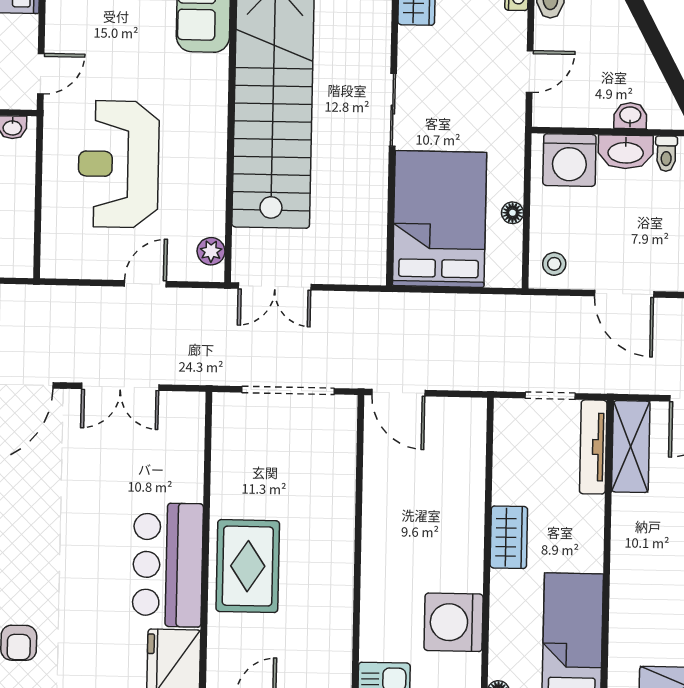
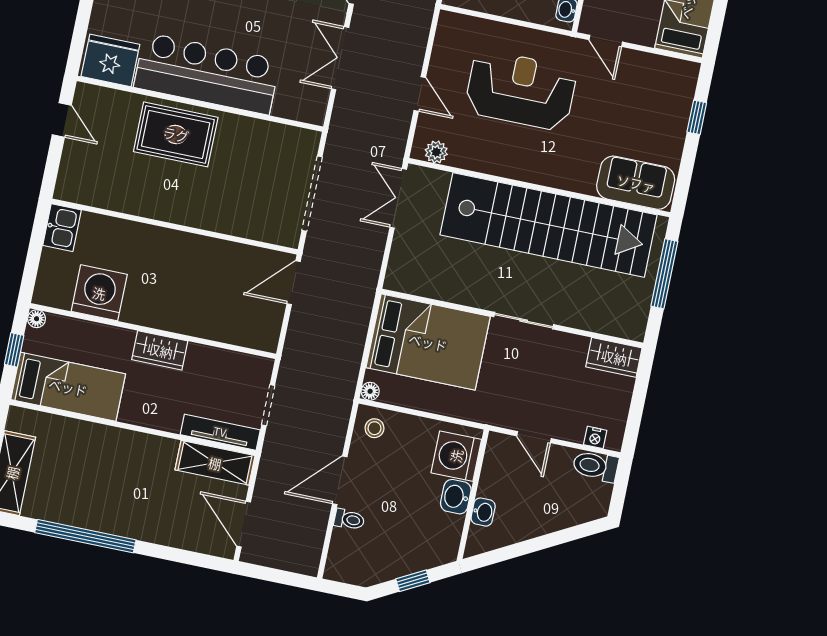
washbasin: (626, 152) -> (456, 497), width x0.72
toilet: (666, 154) -> (349, 519), moved, turned 180
floor lamp: (513, 213) -> (370, 391), moved
bar counter: (168, 565) -> (207, 74), width x1.36

